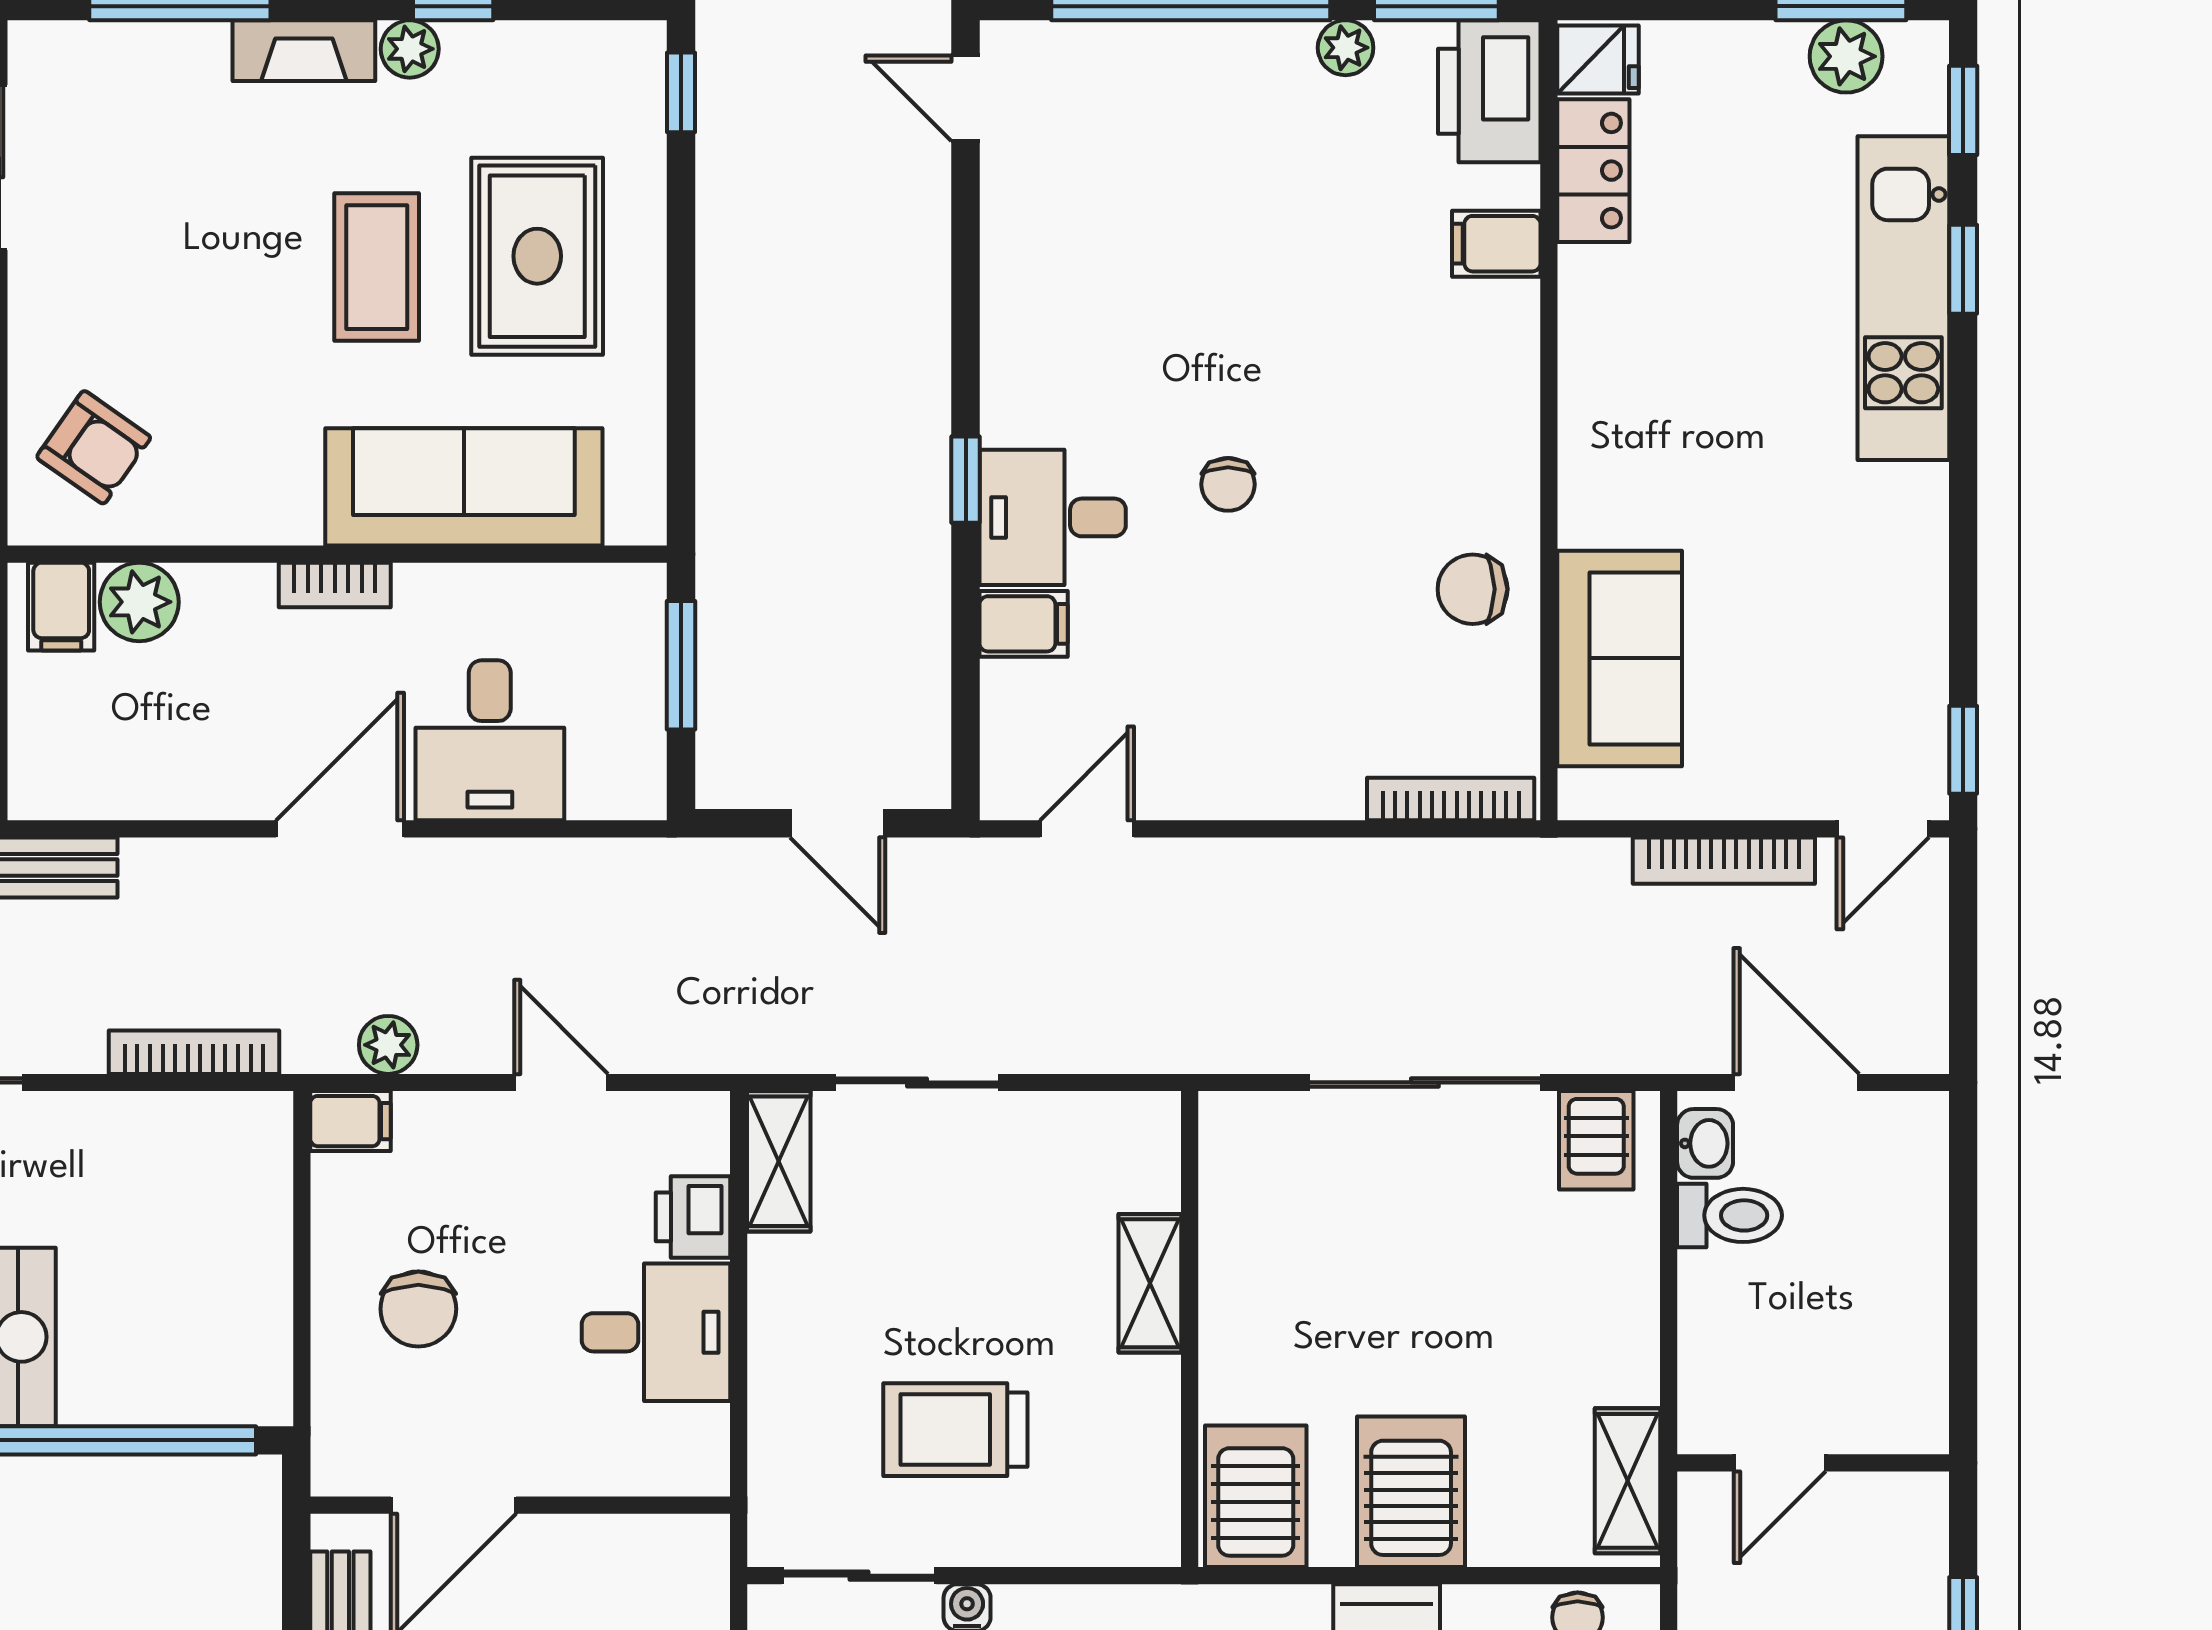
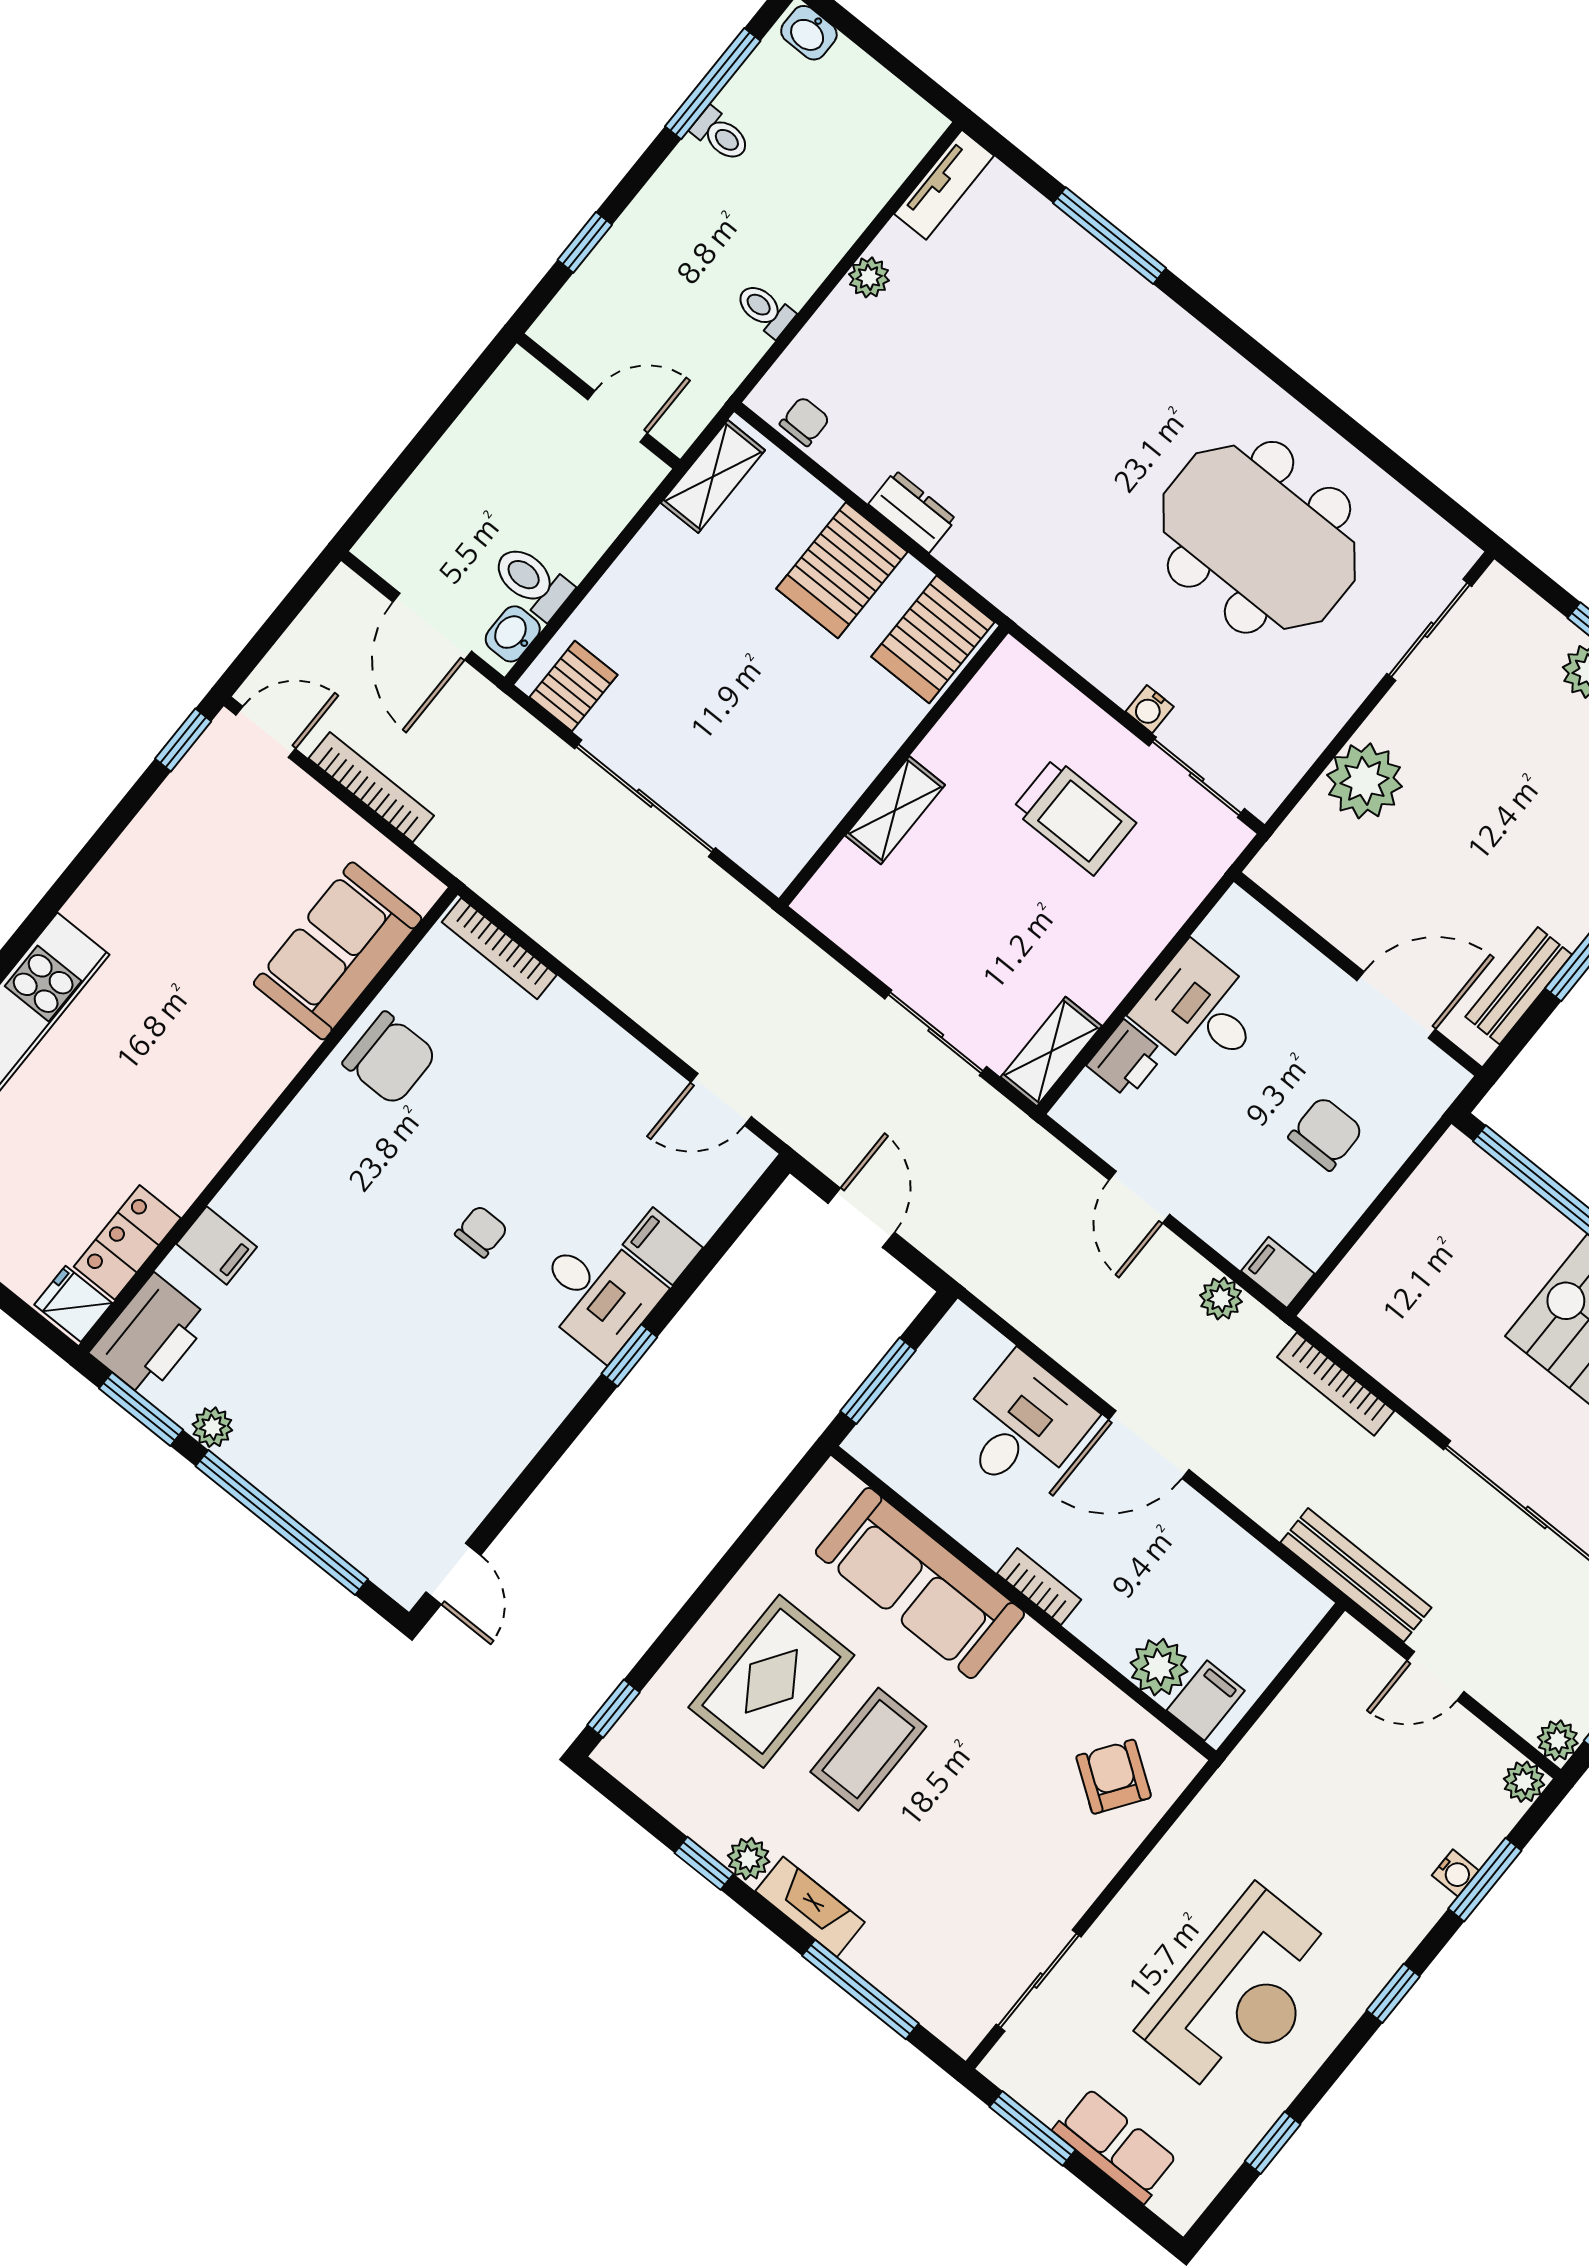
chair: (1473, 589) -> (390, 1059), width x1.37, depth x1.37

